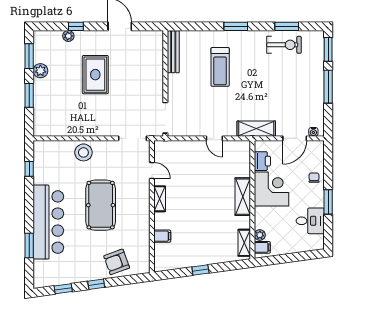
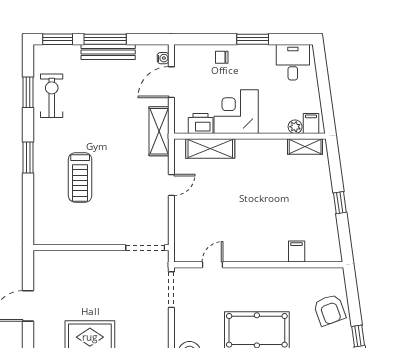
bench: (173, 52) -> (108, 52), moved
treadmill: (220, 67) -> (80, 177), turned 90
door: (295, 138) -> (171, 82), swing flipped
shelving: (243, 197) -> (210, 148), moved
shelving: (160, 199) -> (249, 255), removed
desk: (310, 221) -> (293, 62), moved

